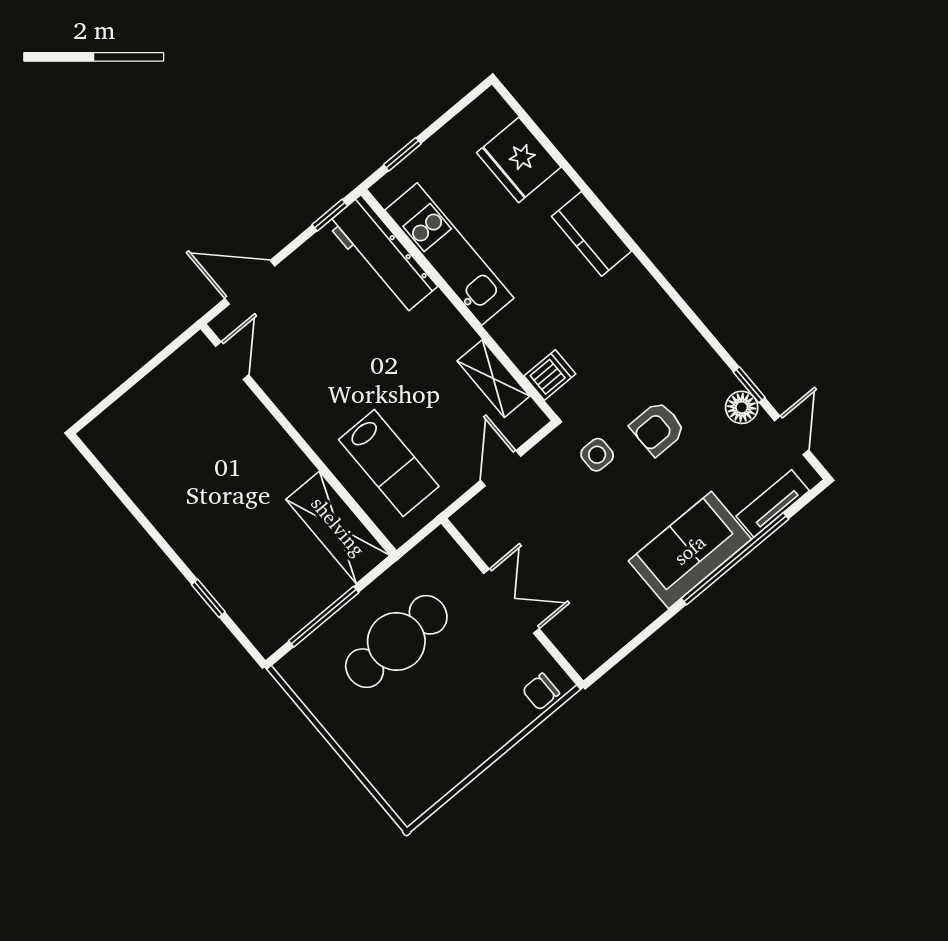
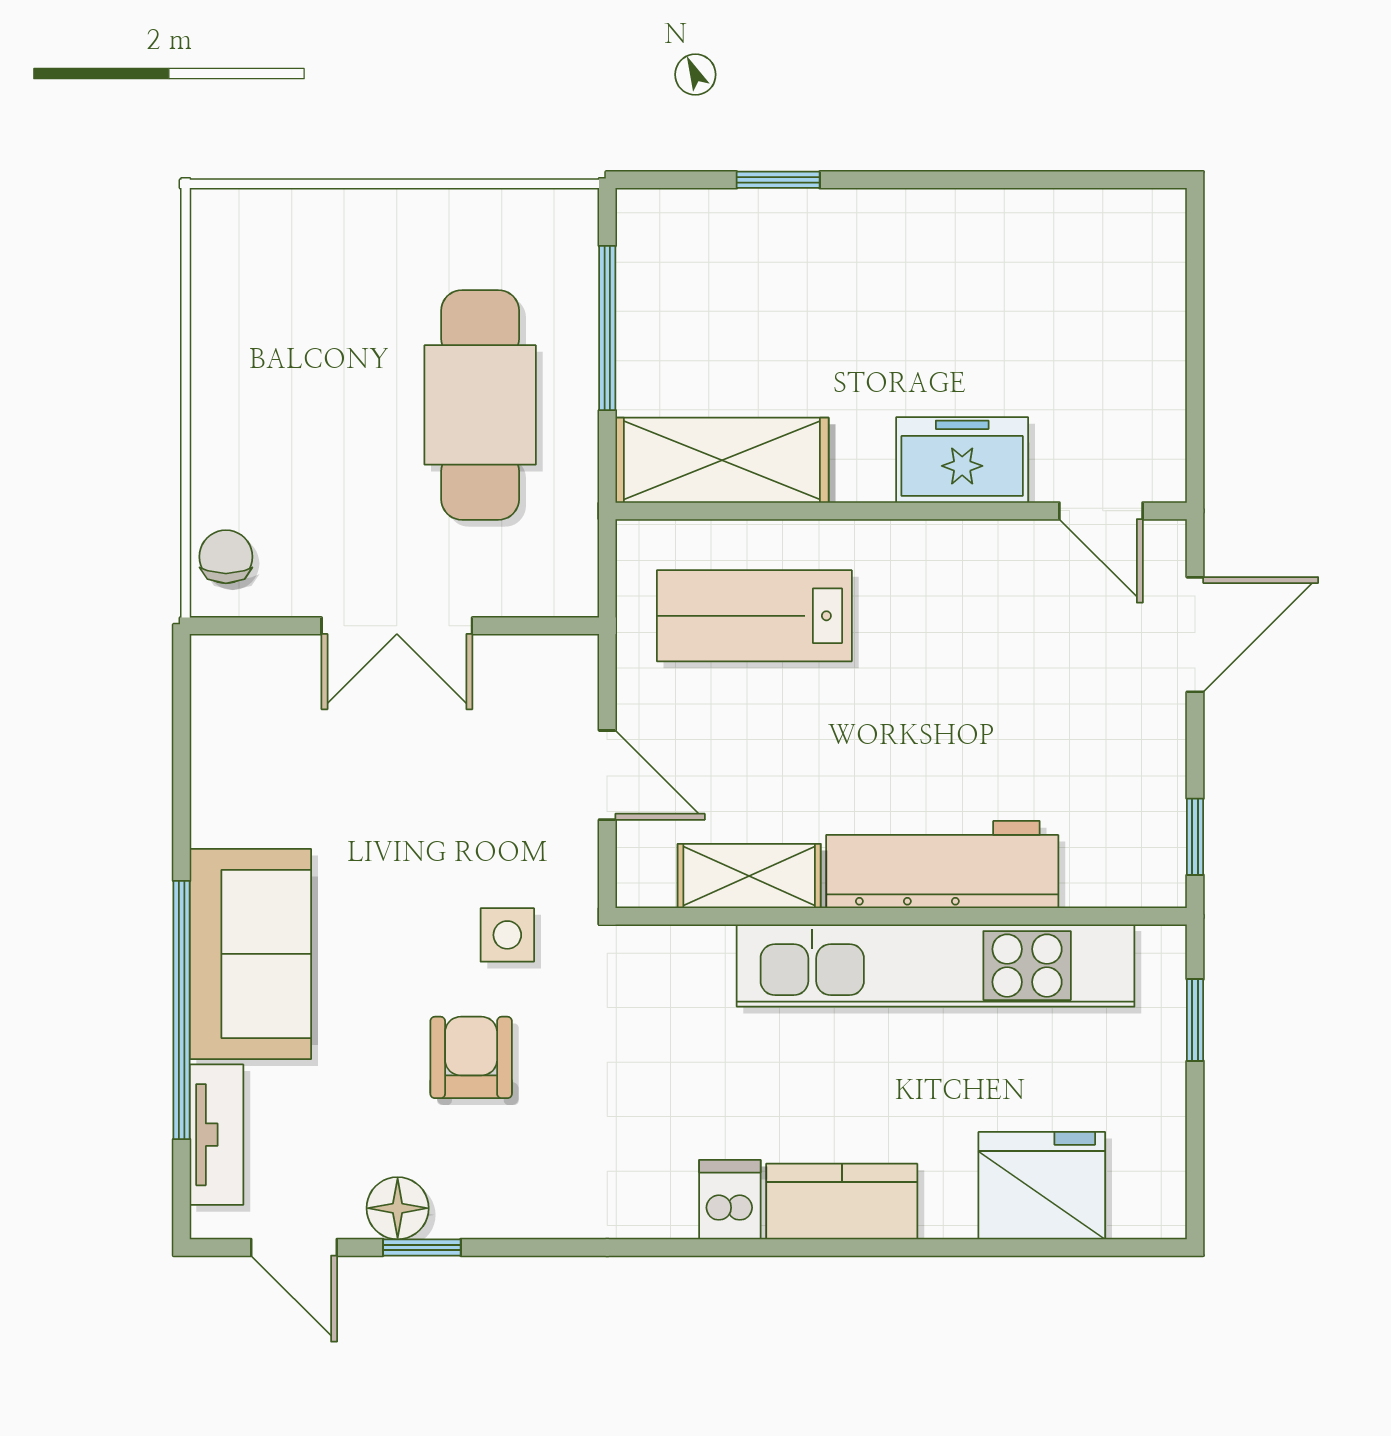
kitchen unit: (449, 254) -> (936, 966), width x1.36
workbench: (382, 255) -> (942, 865), moved
dishwasher: (550, 375) -> (730, 1200), moved, turned 180
freezer: (258, 432) -> (962, 460), added

